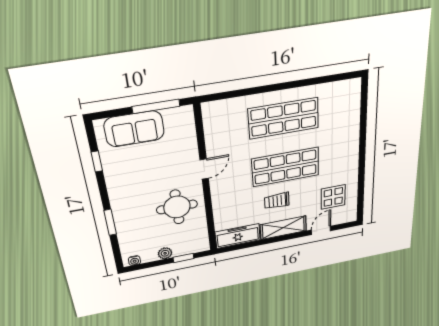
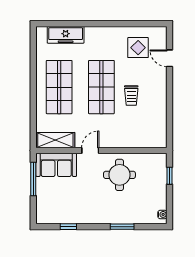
sofa: (134, 129) -> (56, 165), moved, turned 90
door: (204, 169) -> (90, 151), hinge flipped
shelving: (283, 228) -> (55, 140), moved, turned 90
freezer: (238, 236) -> (66, 35), moved, turned -90
plant: (165, 253) -> (161, 190), removed

